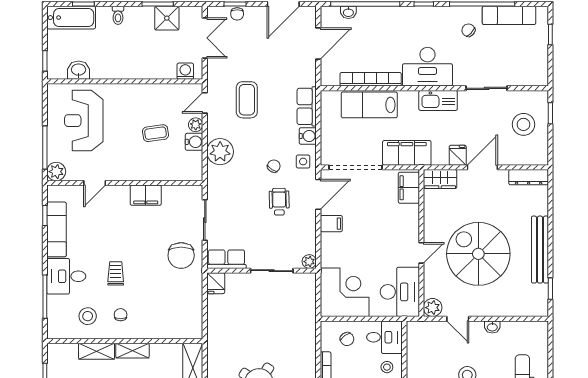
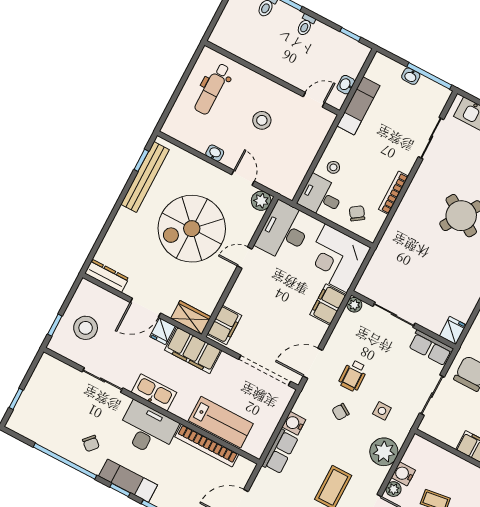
exam couch: (509, 15) -> (128, 481), moved
filing cabinet: (407, 153) -> (193, 350), moved
side table: (303, 162) -> (382, 411), moved
filing cabinet: (331, 224) -> (328, 305), moved, width x2.00
bench: (540, 250) -> (145, 177), moved
spiral stairs: (478, 254) -> (192, 229), turned 90

